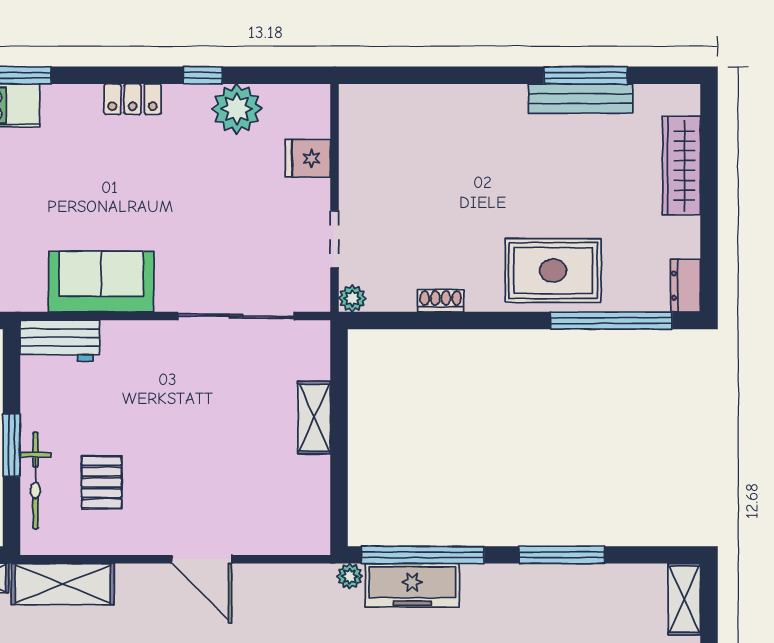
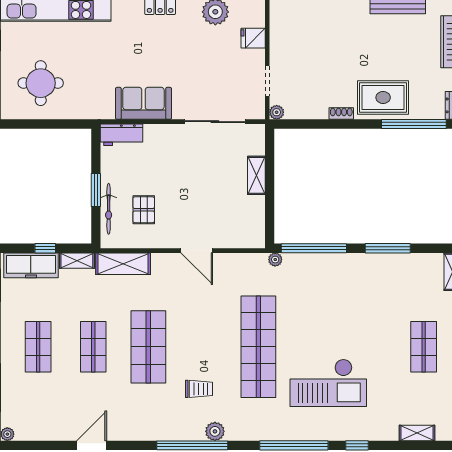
shoe rack: (441, 301) -> (341, 114), moved
freezer: (412, 585) -> (308, 264), removed

